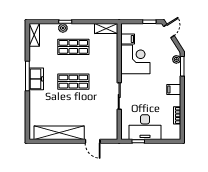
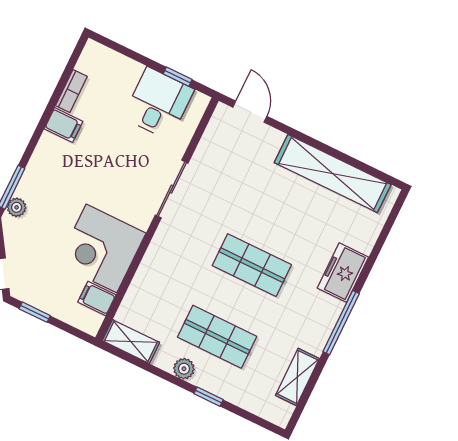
plant: (63, 28) -> (184, 369), moved
shelving: (34, 35) -> (297, 377), moved
freezer: (36, 79) -> (343, 273), moved
filing cabinet: (174, 89) -> (64, 125), moved
desk: (145, 127) -> (158, 103), width x0.73
door: (93, 141) -> (250, 112), moved

